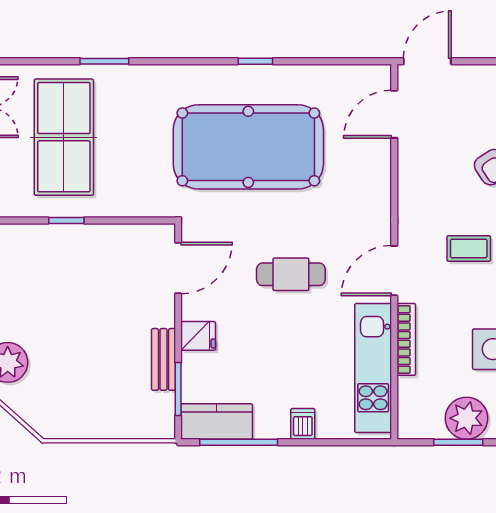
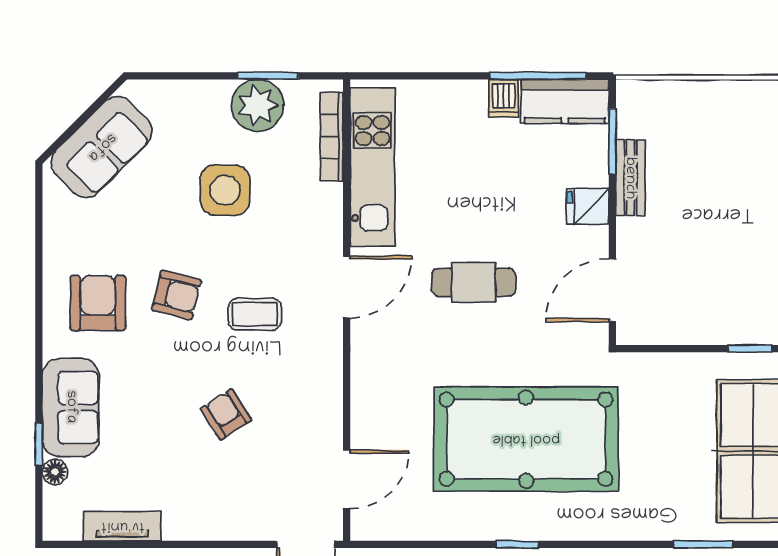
bookcase: (406, 339) -> (332, 136), moved
dishwasher: (303, 424) -> (504, 98), moved

